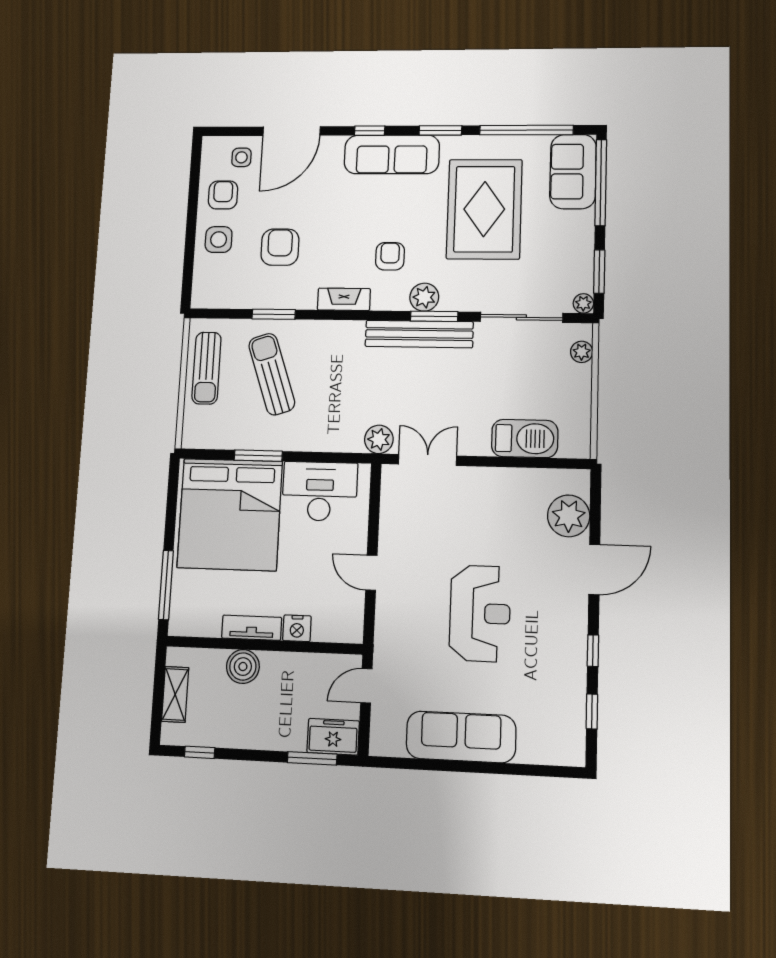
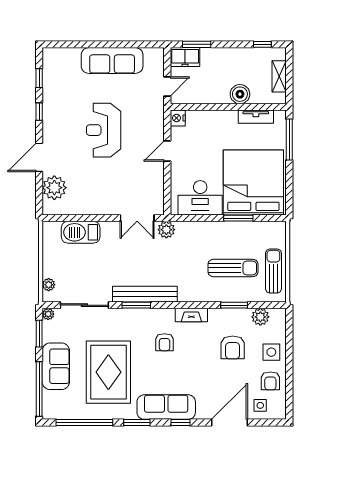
sofa: (573, 172) -> (56, 366), moved
plant: (424, 297) -> (260, 317), moved
sun lounger: (272, 374) -> (233, 268), turned -71
door: (371, 573) -> (167, 151), swing flipped
tv unit: (252, 628) -> (256, 117), moved
nightstand: (297, 628) -> (178, 118), moved, turned -90

